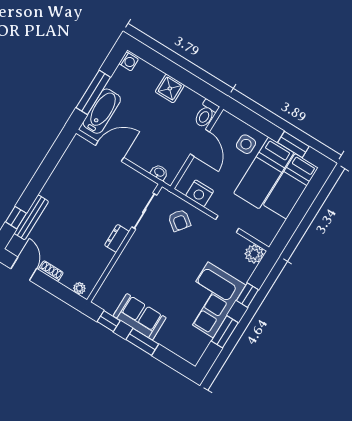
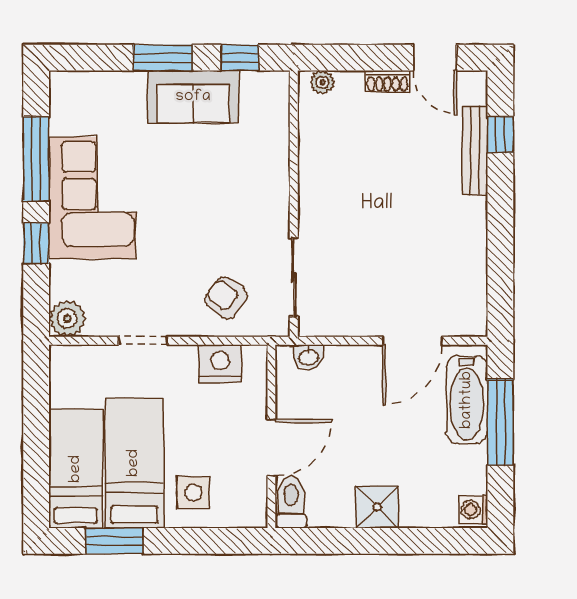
door: (200, 143) -> (271, 447), swing flipped
dresser: (117, 238) -> (311, 204), removed
window: (225, 332) -> (36, 159), width x1.44

